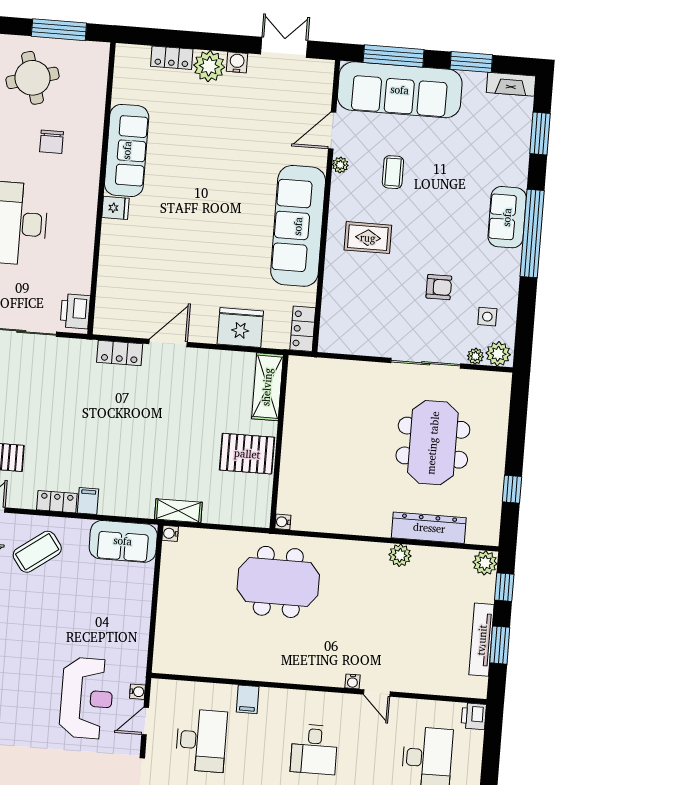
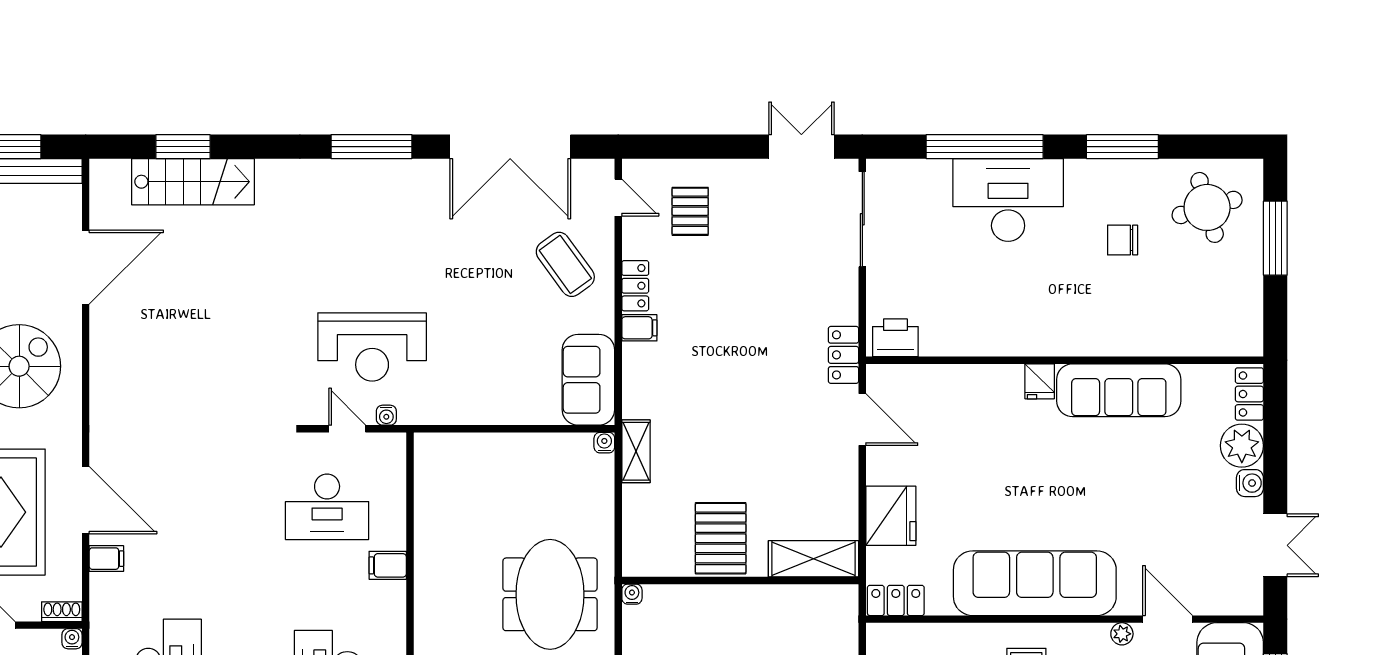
sofa: (127, 150) -> (1119, 390), moved
wall: (101, 188) -> (1065, 360), moved
fridge: (115, 208) -> (1040, 381), moved
printer: (75, 311) -> (895, 338), moved

